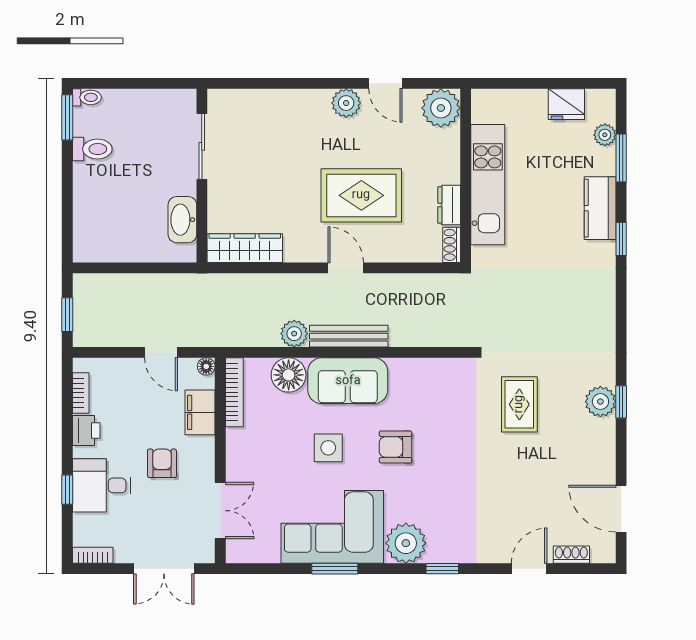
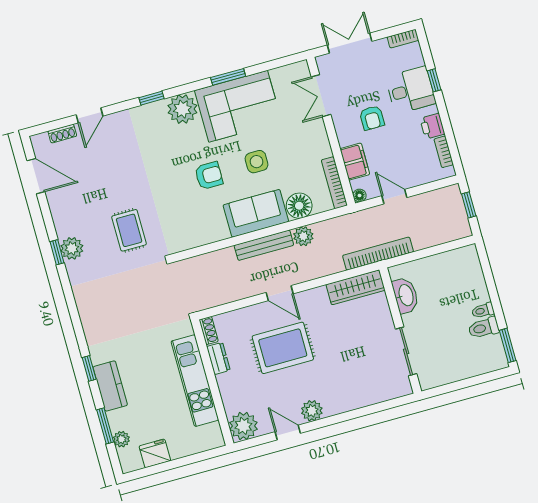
toilet: (87, 97) -> (483, 310), moved
bookcase: (203, 284) -> (378, 254), added

